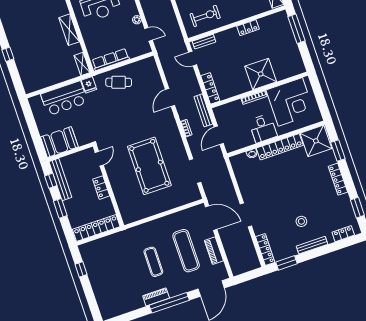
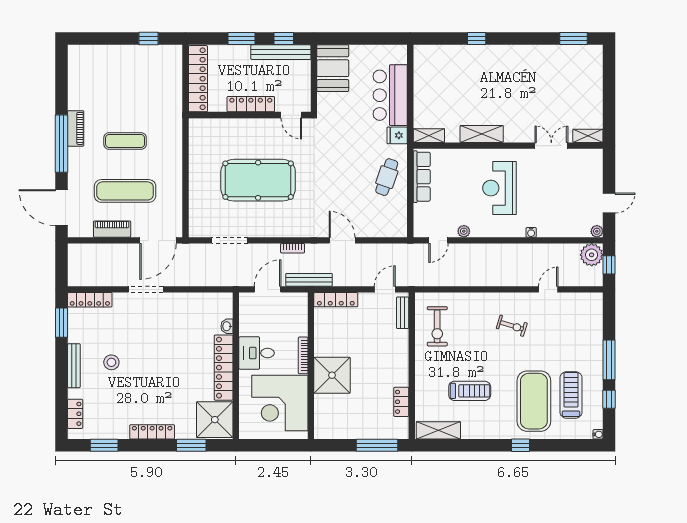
locker: (248, 28) -> (401, 402), moved
door: (219, 135) -> (268, 289), hinge flipped
locker: (101, 188) -> (251, 104), width x1.53

